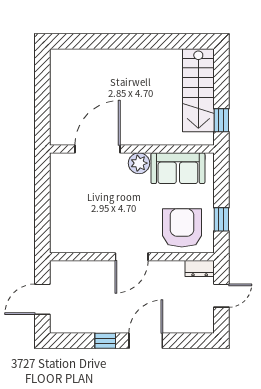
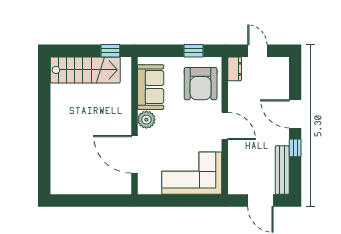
corner sofa: (75, 217) -> (192, 173), added
armchair: (182, 228) -> (201, 84), turned -90
bench: (79, 325) -> (282, 170), added

